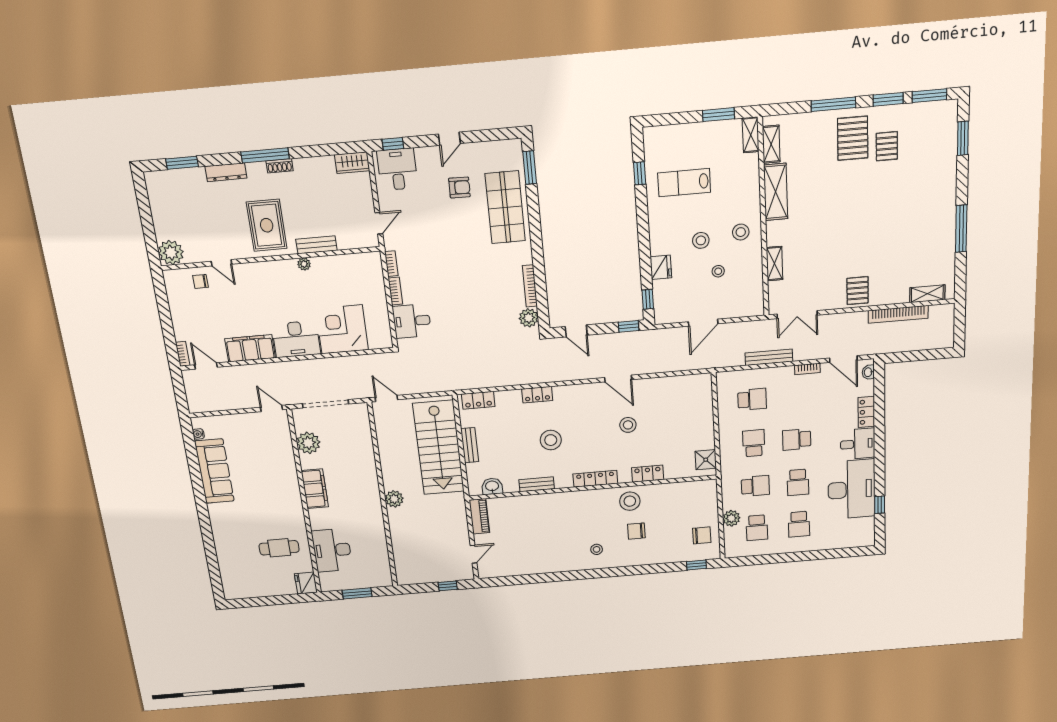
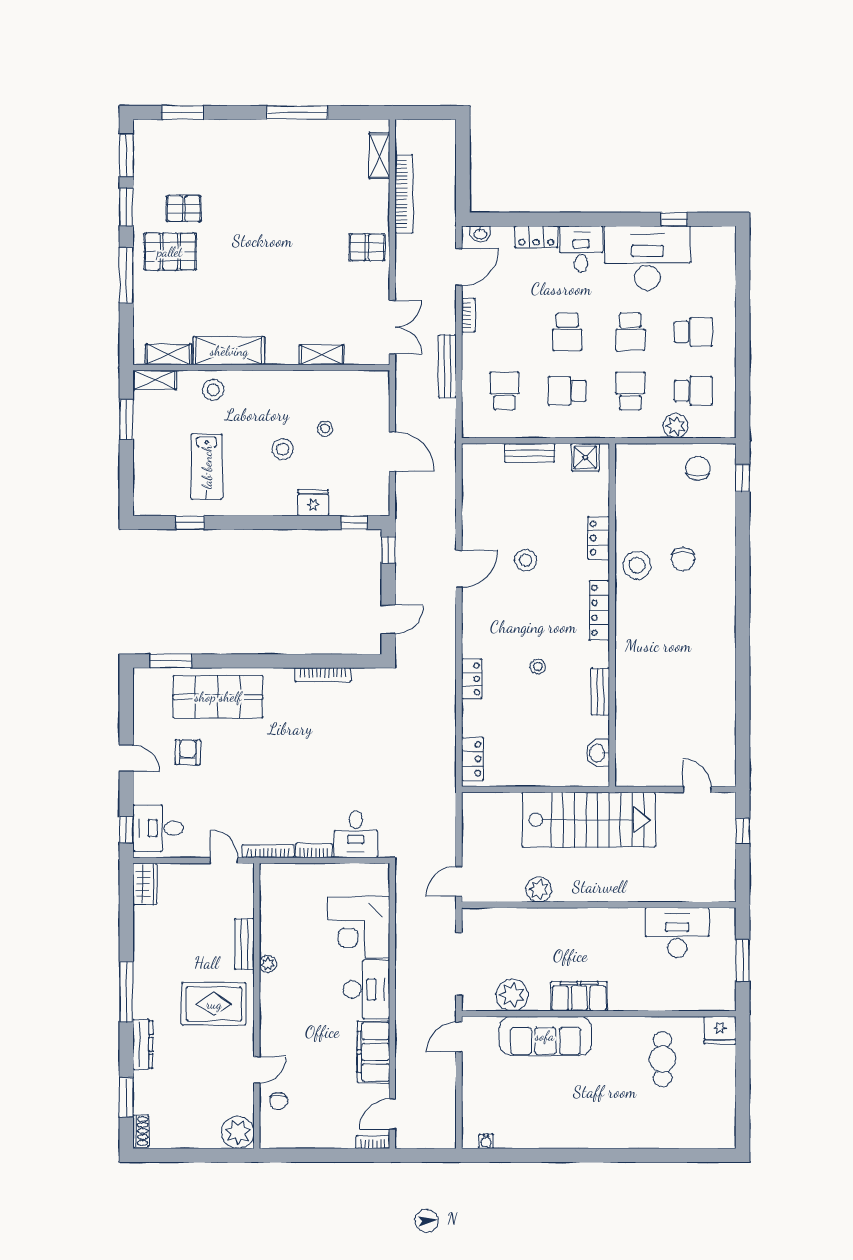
shoe rack: (279, 166) -> (141, 1131), moved
stool: (741, 232) -> (213, 390), moved
bookcase: (391, 264) -> (268, 851), width x1.56
plant: (529, 318) -> (365, 680), removed
stool: (551, 440) -> (538, 667), width x0.53, depth x0.53
bench: (470, 445) -> (530, 453), moved
stairs: (439, 448) -> (589, 820), moved
sofa: (214, 471) -> (545, 1036), moved, turned 180
school desk: (798, 482) -> (630, 332), turned 90
plant: (394, 499) -> (539, 890), moved
piano: (479, 516) -> (641, 775), removed
stool: (597, 549) -> (706, 617), removed
desk: (332, 550) -> (677, 933), moved, turned 180

